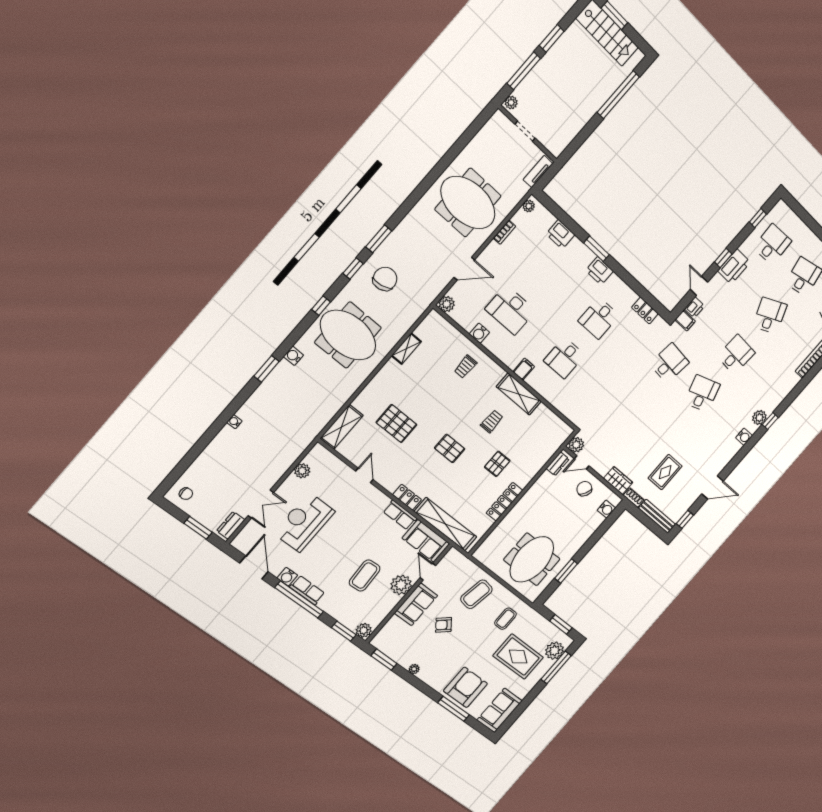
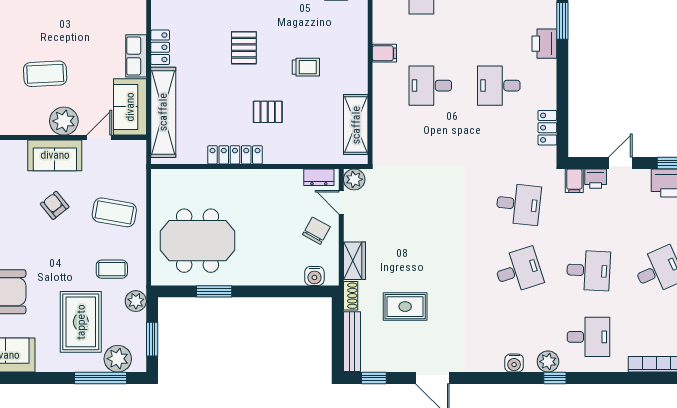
desk: (767, 385) -> (588, 337), added
shelving: (519, 394) -> (356, 125), moved
plant: (534, 618) -> (136, 301), added

